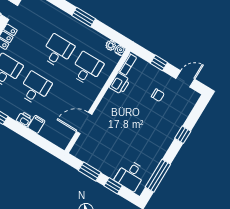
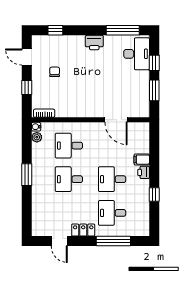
printer: (120, 84) -> (94, 43), moved, turned 180
window: (183, 135) -> (55, 30), moved
desk: (130, 175) -> (137, 54), width x1.37

